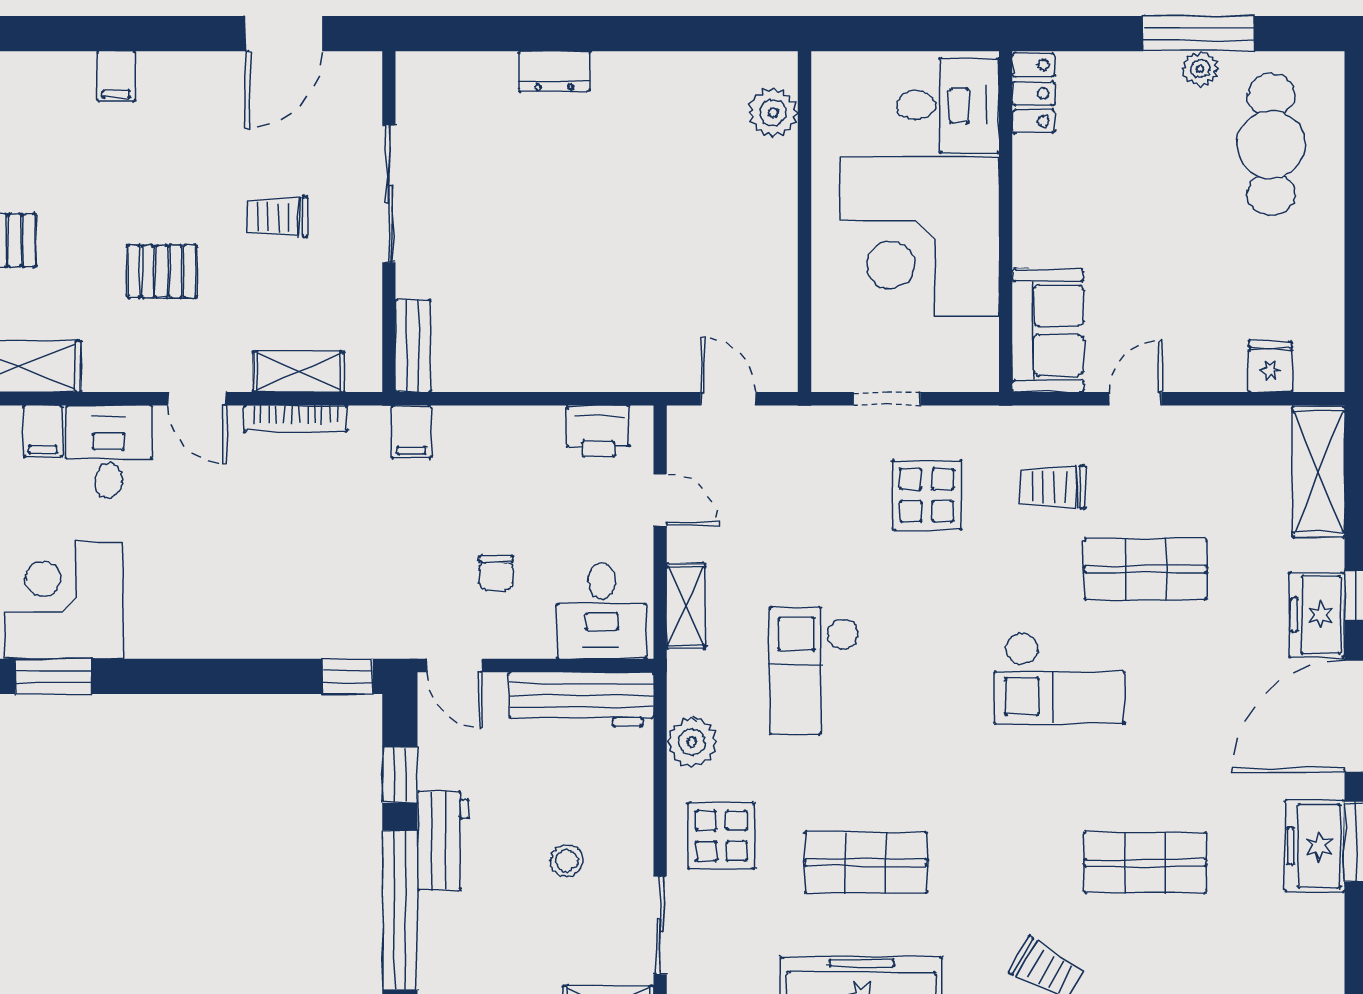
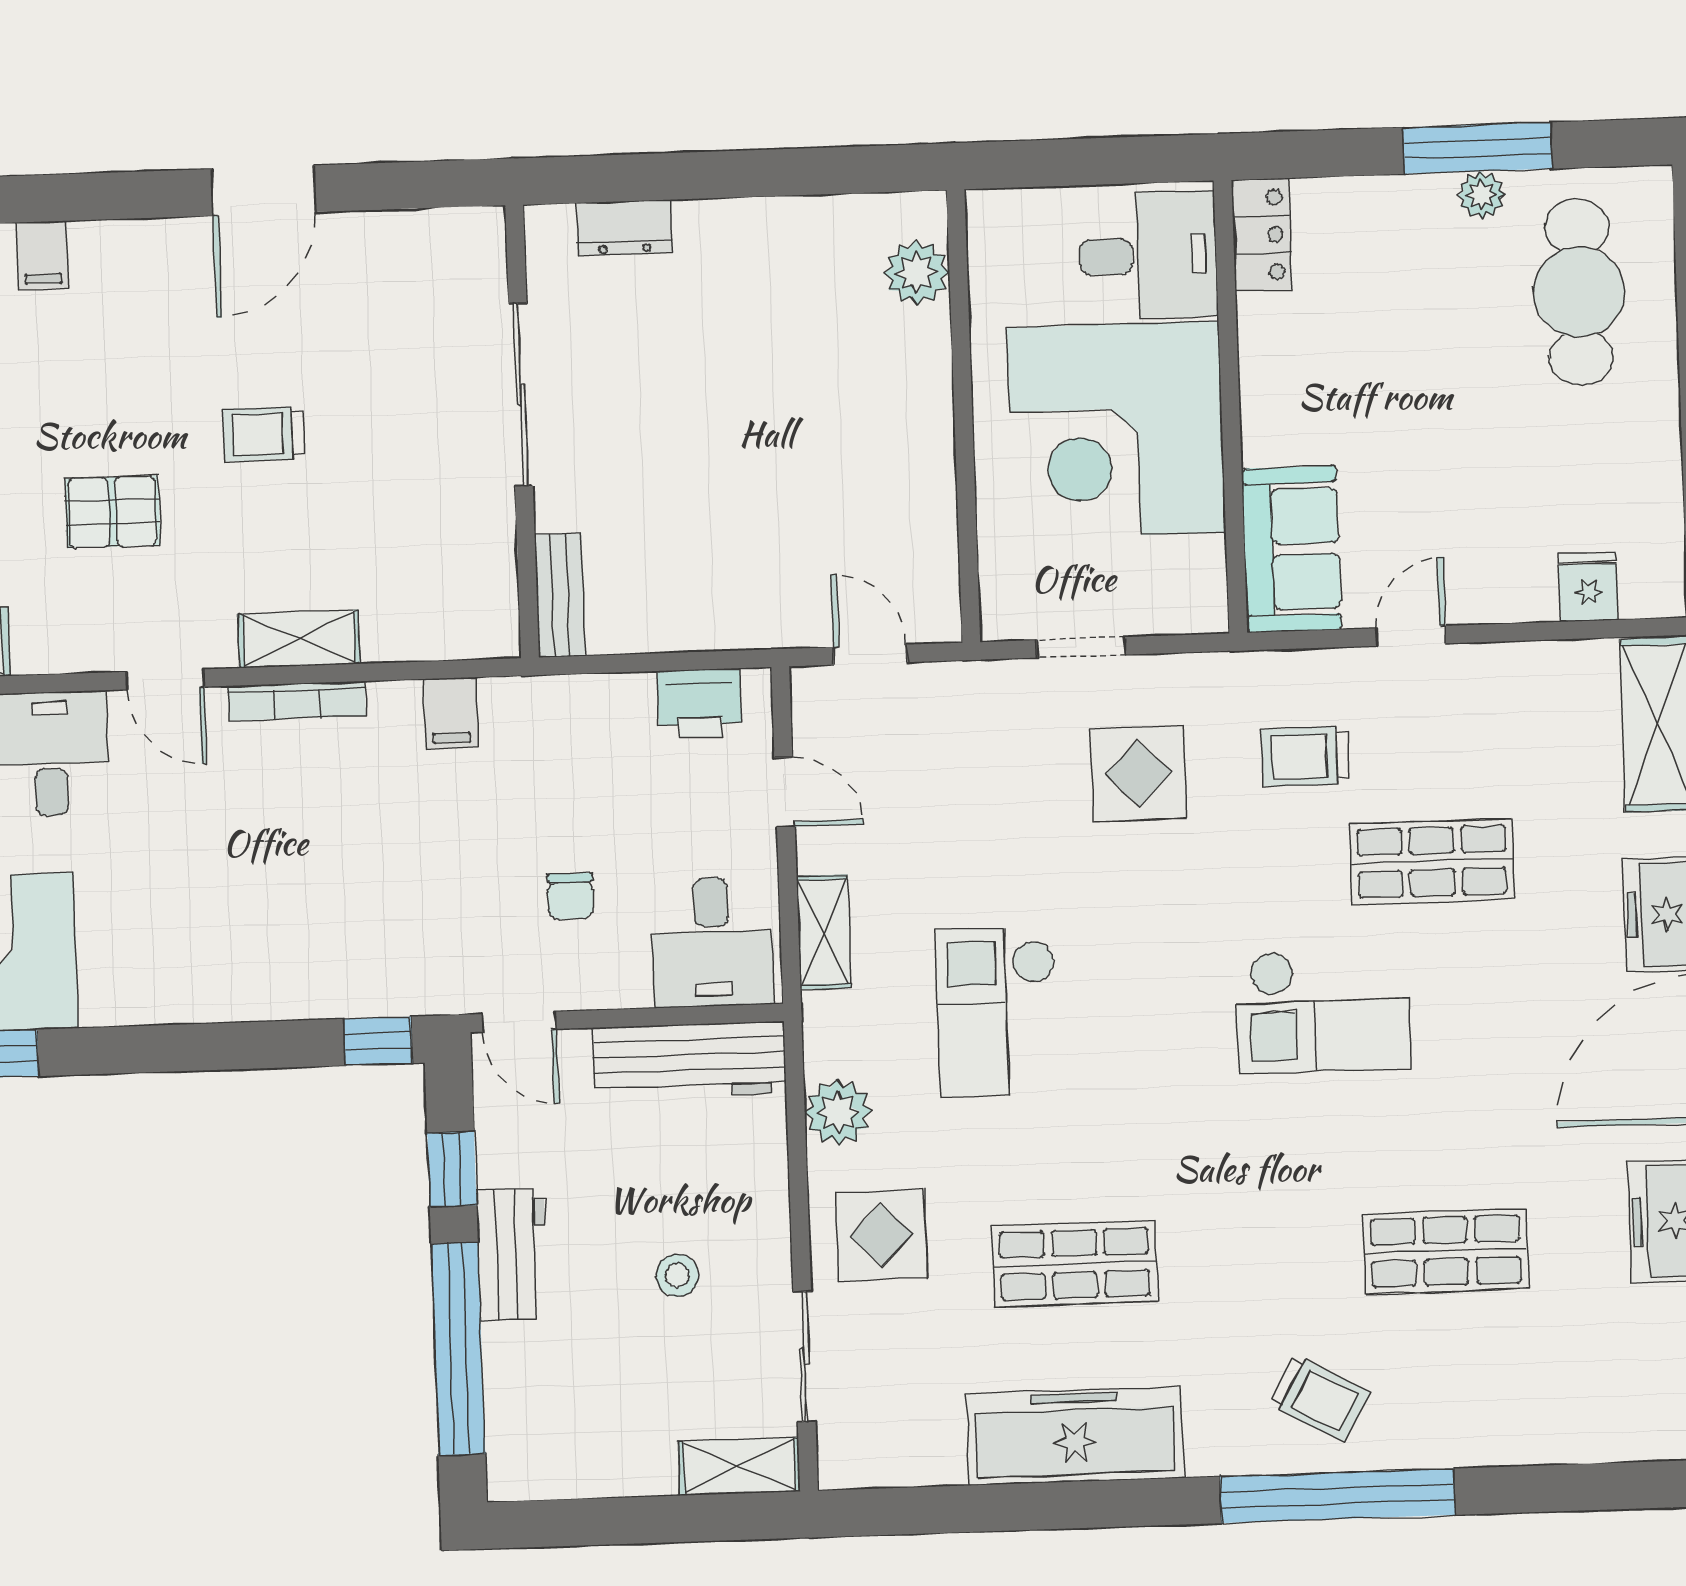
sliding door: (389, 194) -> (521, 394), moved
wall: (389, 222) -> (522, 431), moved
bench: (413, 346) -> (560, 595), moved

